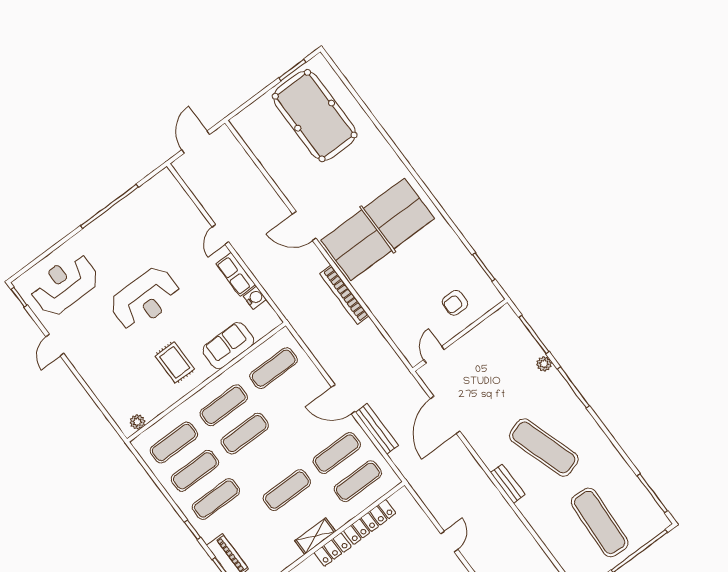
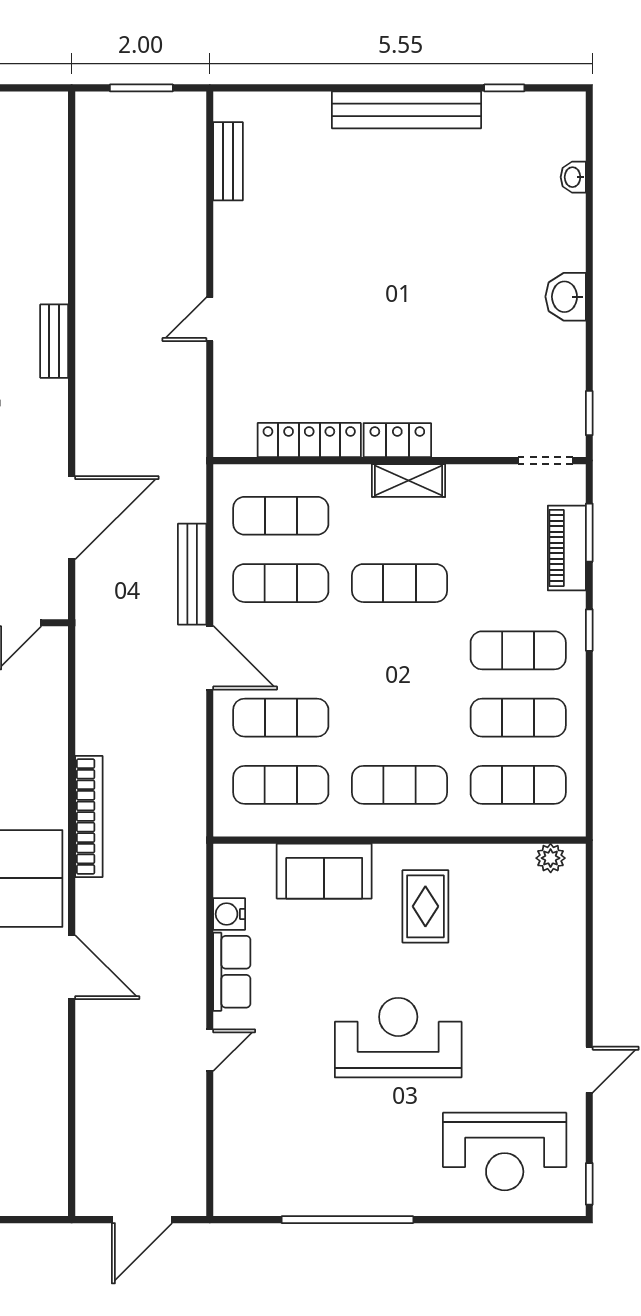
exercise mat: (245, 434) -> (281, 718), moved

